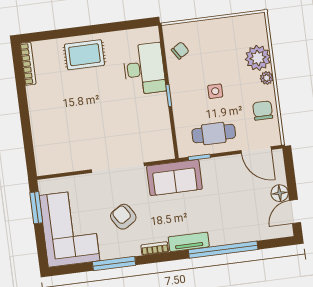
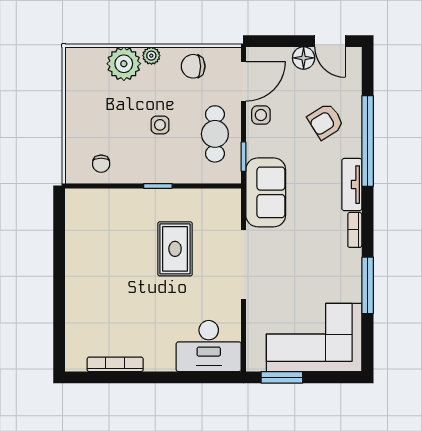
chair: (180, 50) -> (101, 164), turned -148
rug: (84, 55) -> (175, 249), moved
bookcase: (28, 64) -> (115, 364), moved
desk: (144, 69) -> (209, 346), moved, turned 180
side table: (232, 166) -> (261, 115), added
armchair: (123, 217) -> (326, 121), moved

